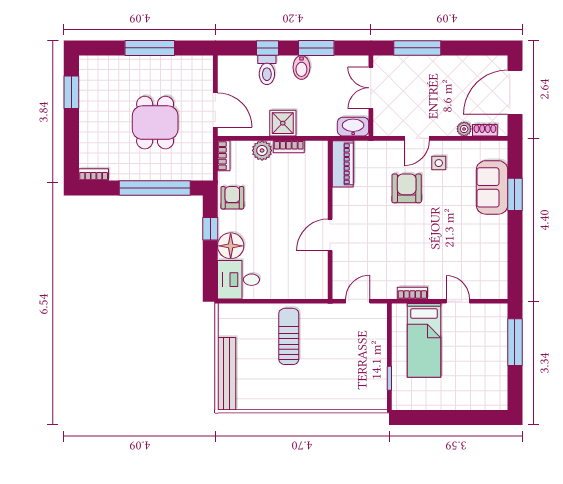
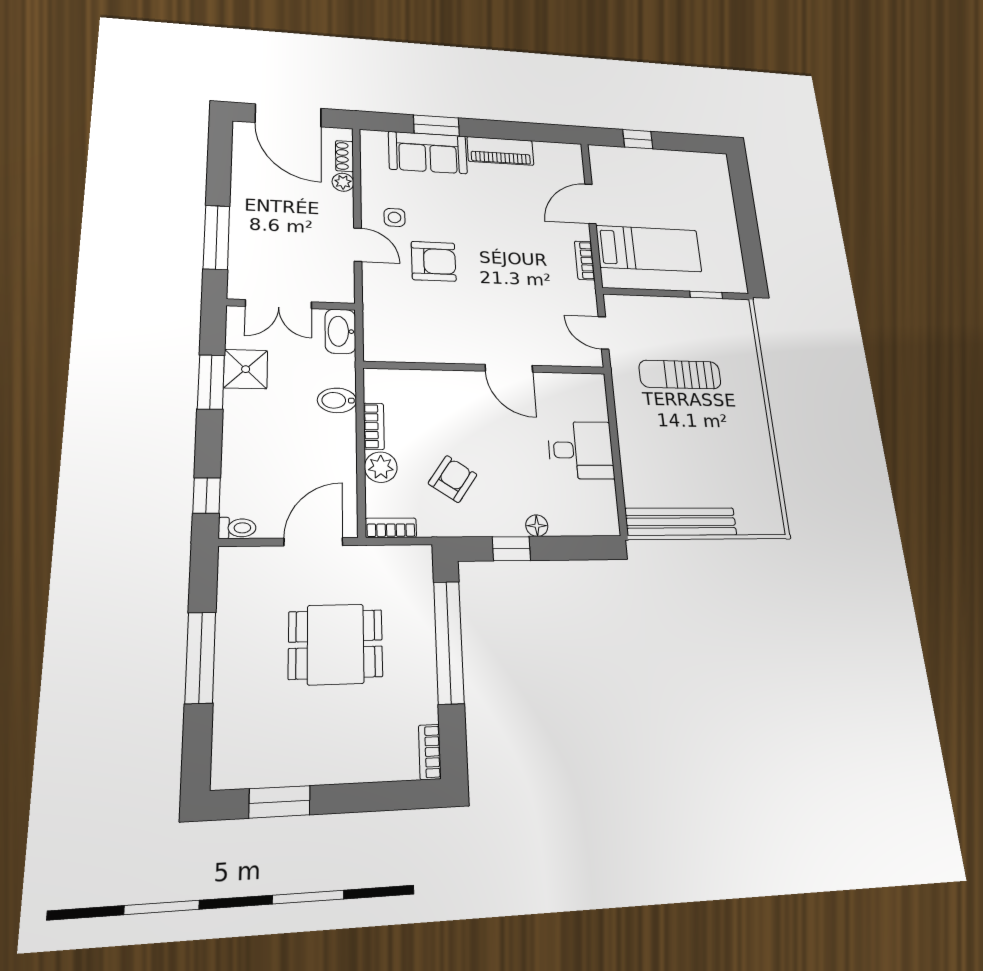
window: (267, 48) -> (207, 496), moved
bidet: (301, 67) -> (337, 400), moved, turned 180
toilet: (267, 70) -> (237, 528), moved, width x0.73, depth x0.72
shower: (283, 123) -> (246, 369), moved
piano: (343, 164) -> (500, 151), moved, turned 180
armchair: (407, 188) -> (434, 261), turned 180
armchair: (232, 198) -> (453, 479), moved, turned 124
floor lamp: (231, 246) -> (537, 526), width x0.53, depth x0.53
desk: (238, 280) -> (581, 450), moved, turned -90
door: (458, 301) -> (590, 204), width x1.38
sun lounger: (289, 336) -> (680, 375), moved
window: (515, 342) -> (638, 139), width x0.46
bench: (227, 374) -> (681, 522), moved

